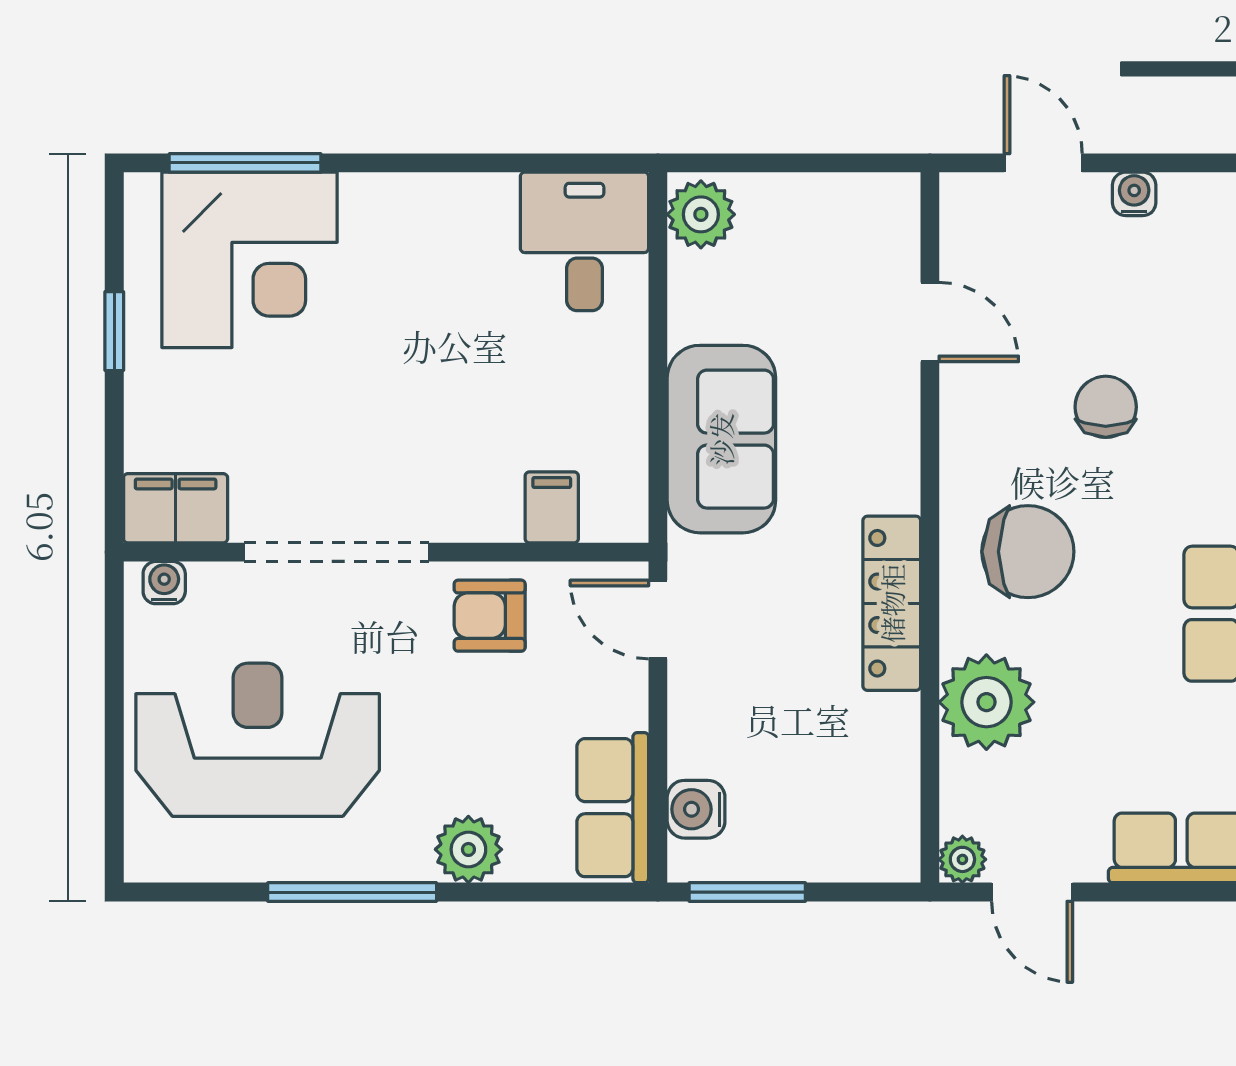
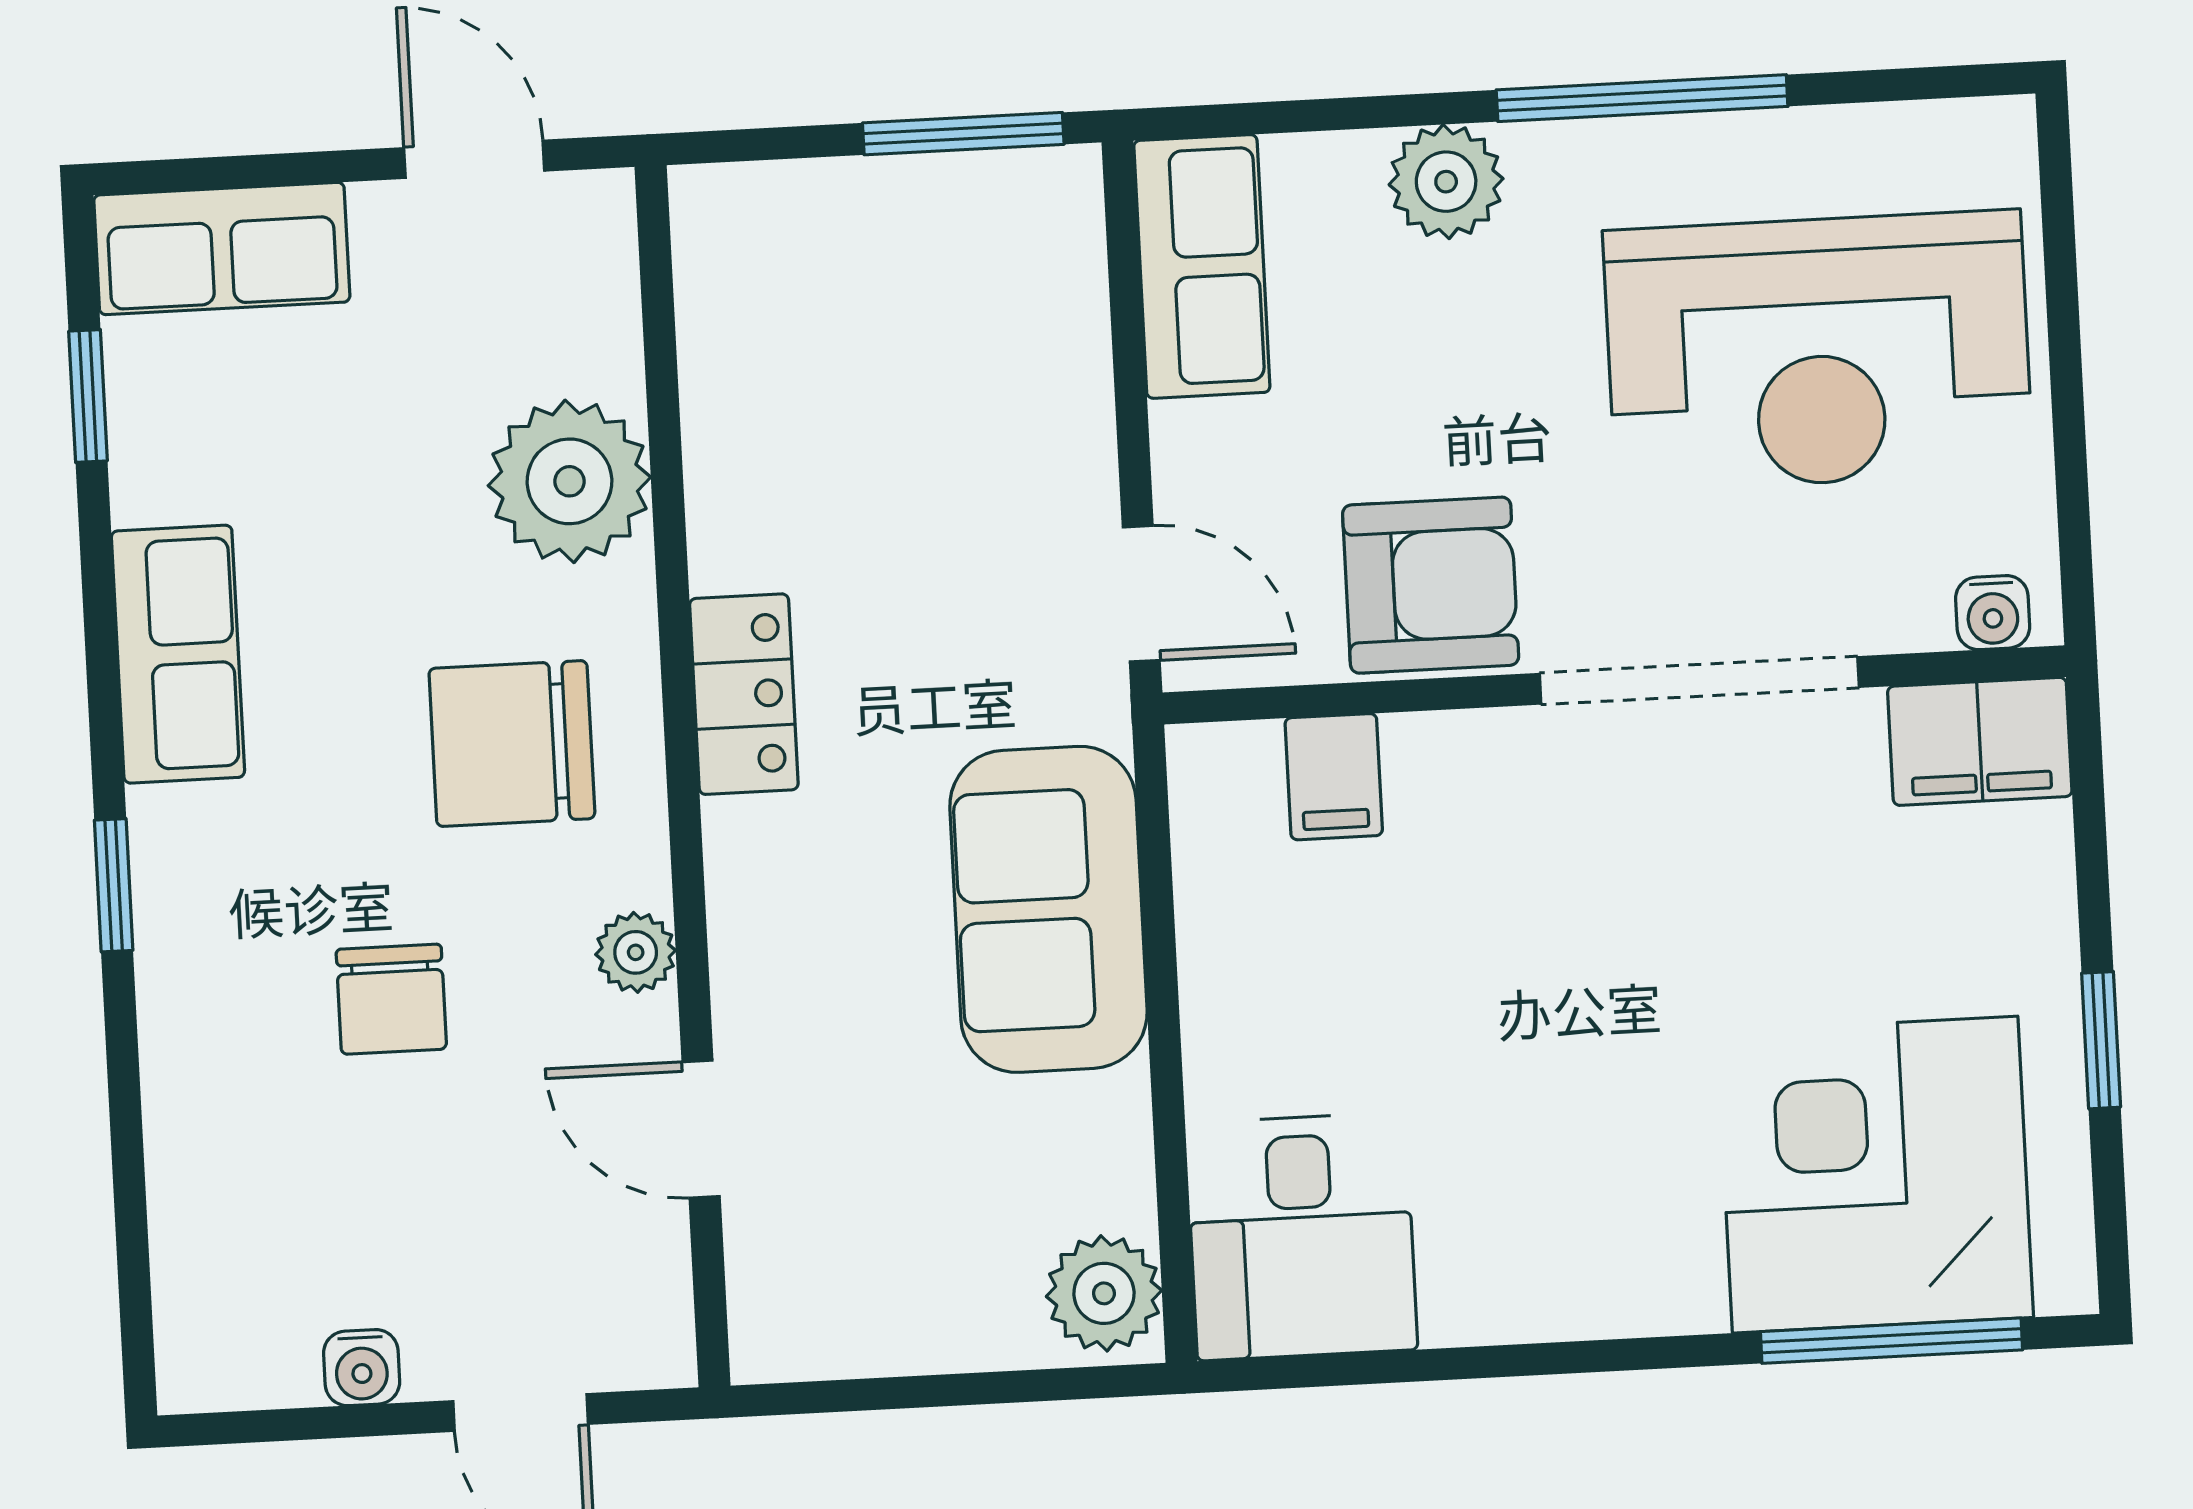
locker: (892, 603) -> (744, 694), width x0.66
armchair: (490, 616) -> (1431, 585), width x1.38, depth x1.38
water cooler: (696, 809) -> (1059, 271), removed
plant: (962, 859) -> (636, 952), moved

